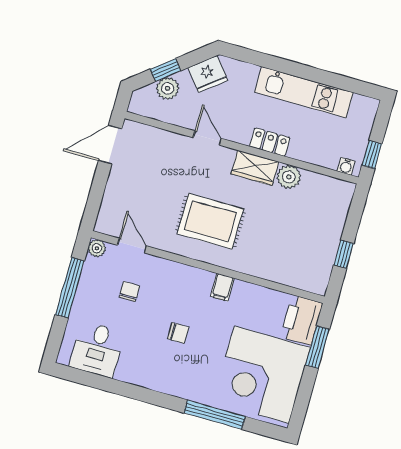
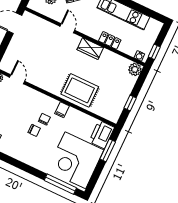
locker: (270, 142) -> (110, 40), moved
plant: (289, 177) -> (135, 69), moved
rug: (210, 221) -> (80, 90), moved
chair: (129, 292) -> (44, 119), moved
window: (215, 415) -> (60, 184), moved

